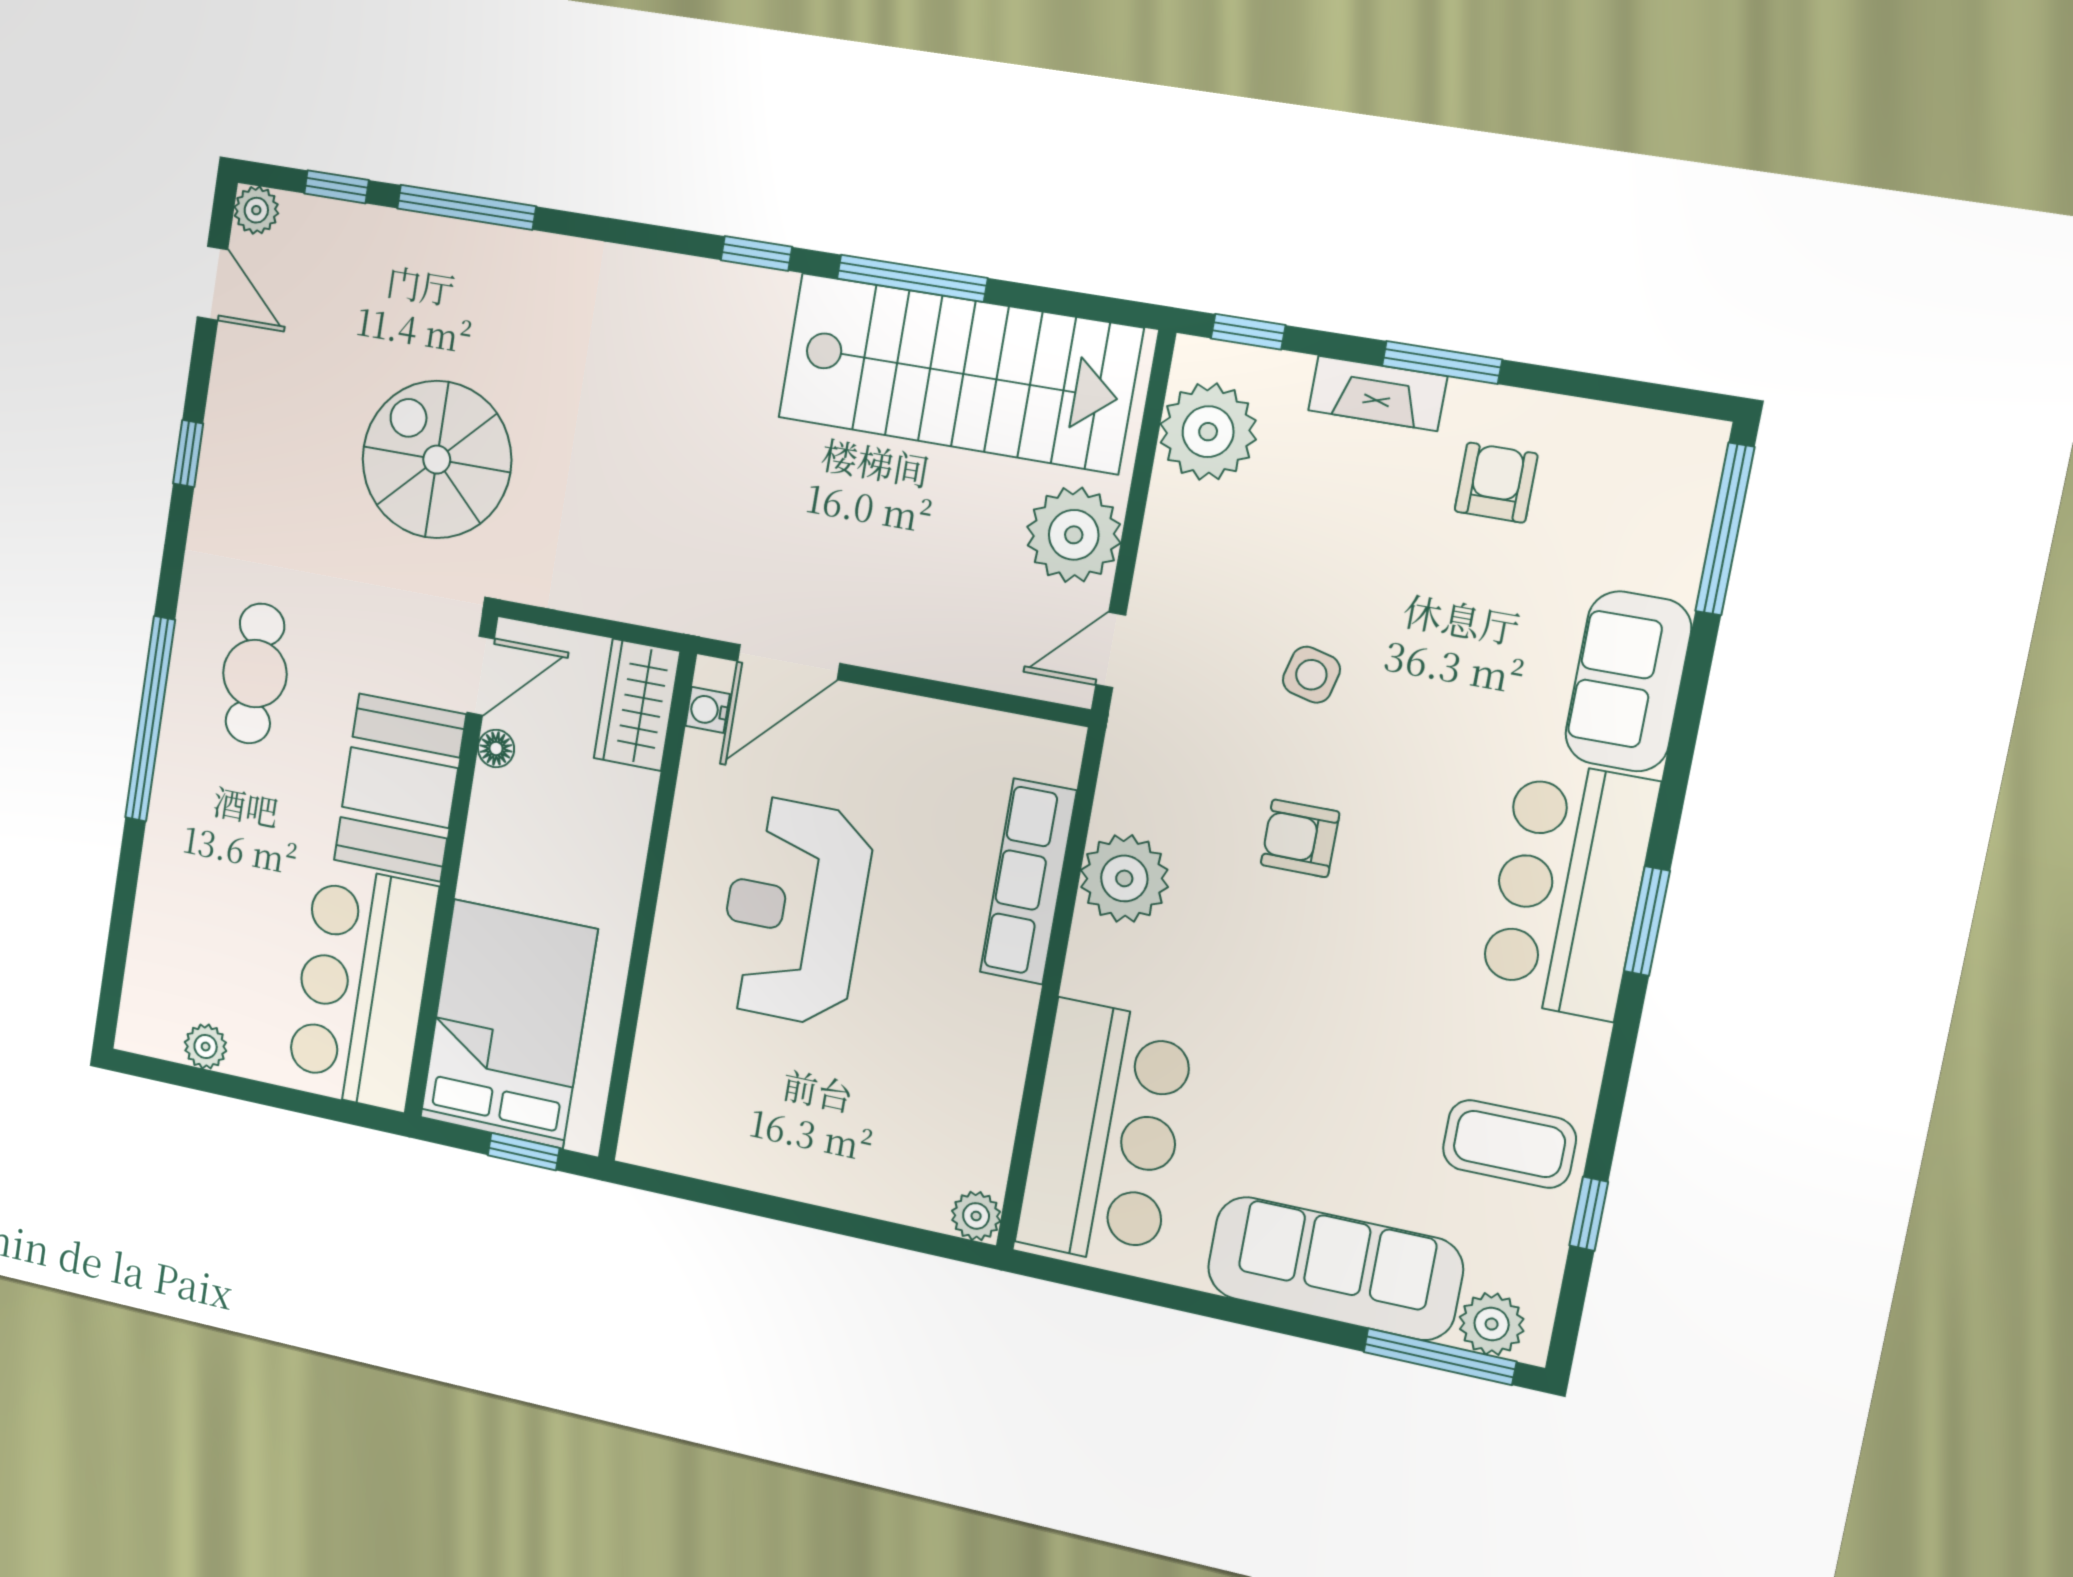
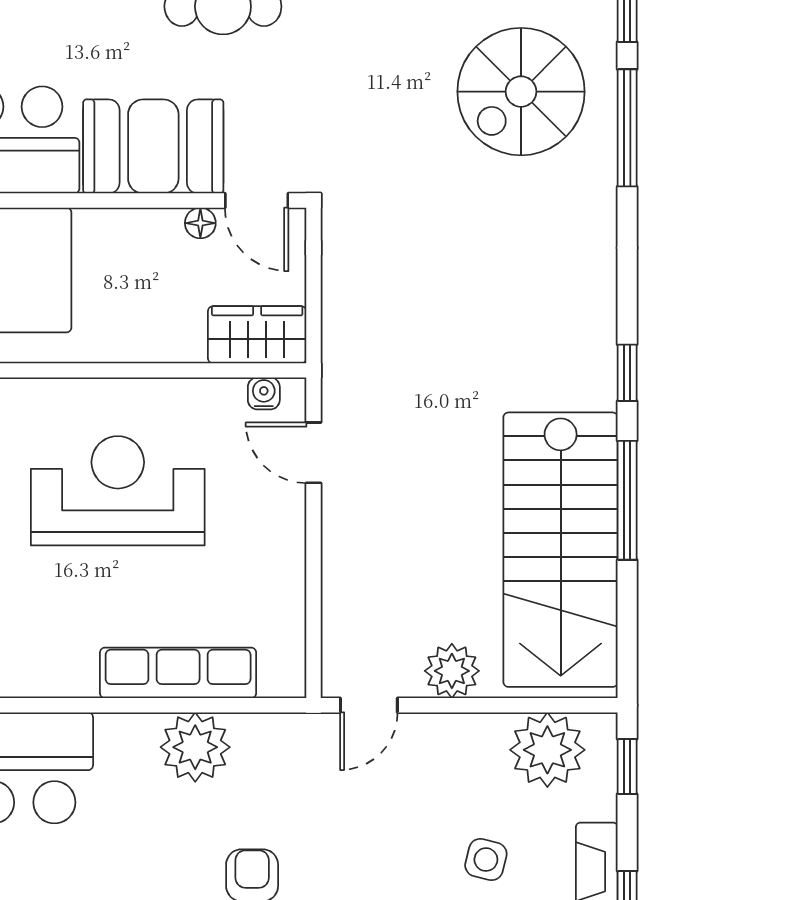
spiral stairs: (437, 460) -> (521, 92), moved, turned 180
plant: (1074, 535) -> (452, 671), width x0.73, depth x0.73
door: (1111, 650) -> (369, 705), swing flipped
door: (788, 662) -> (313, 453), width x0.73
side table: (1311, 675) -> (486, 860), moved

